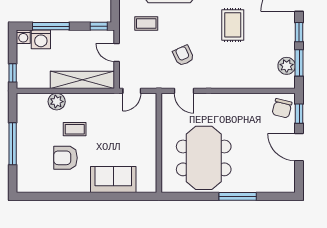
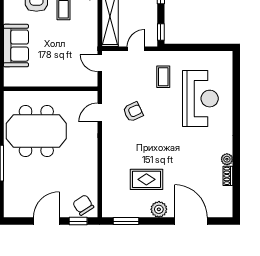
rug: (233, 25) -> (146, 179), moved
window: (299, 32) -> (155, 221), removed
plant: (287, 66) -> (159, 209), moved
chair: (282, 108) -> (83, 205), turned 43

